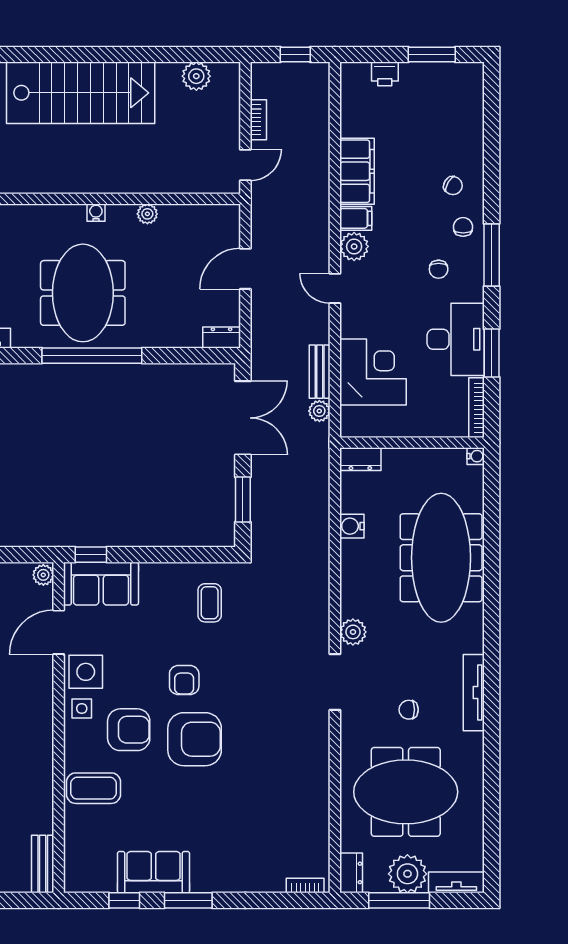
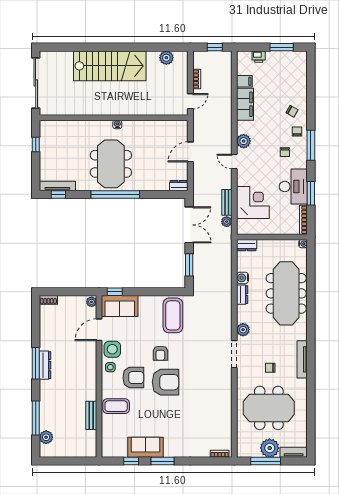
plant: (147, 214) -> (142, 125), removed
filing cabinet: (356, 218) -> (244, 81), moved
coffee table: (210, 603) -> (173, 315), width x1.86, depth x1.72
bench: (43, 864) -> (91, 415), moved
dresser: (351, 873) -> (242, 295), moved

